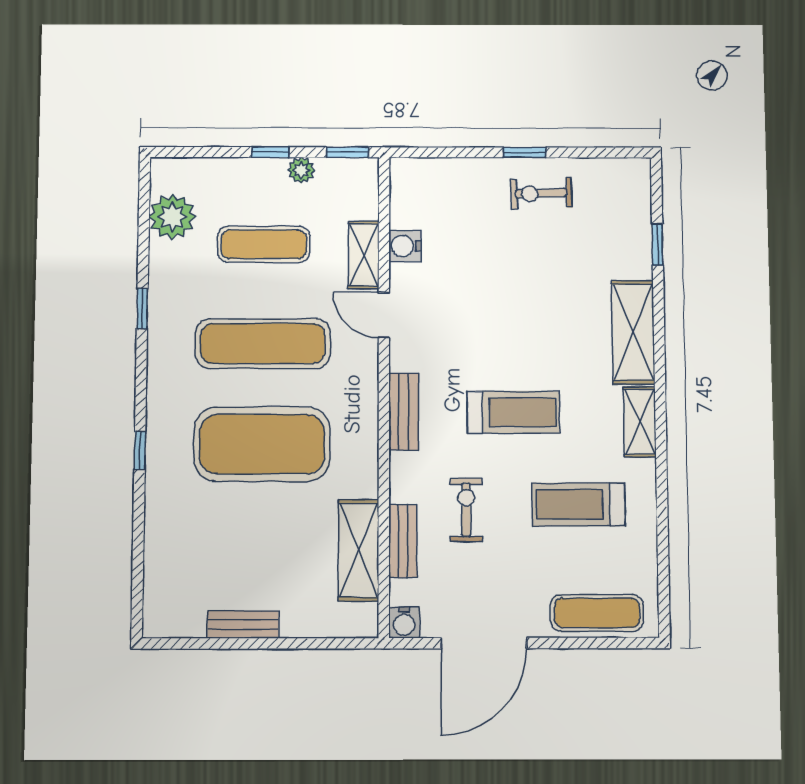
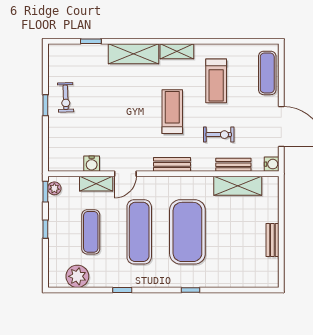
plant: (301, 170) -> (54, 188), moved
exercise bike: (466, 510) -> (219, 135), turned 180

